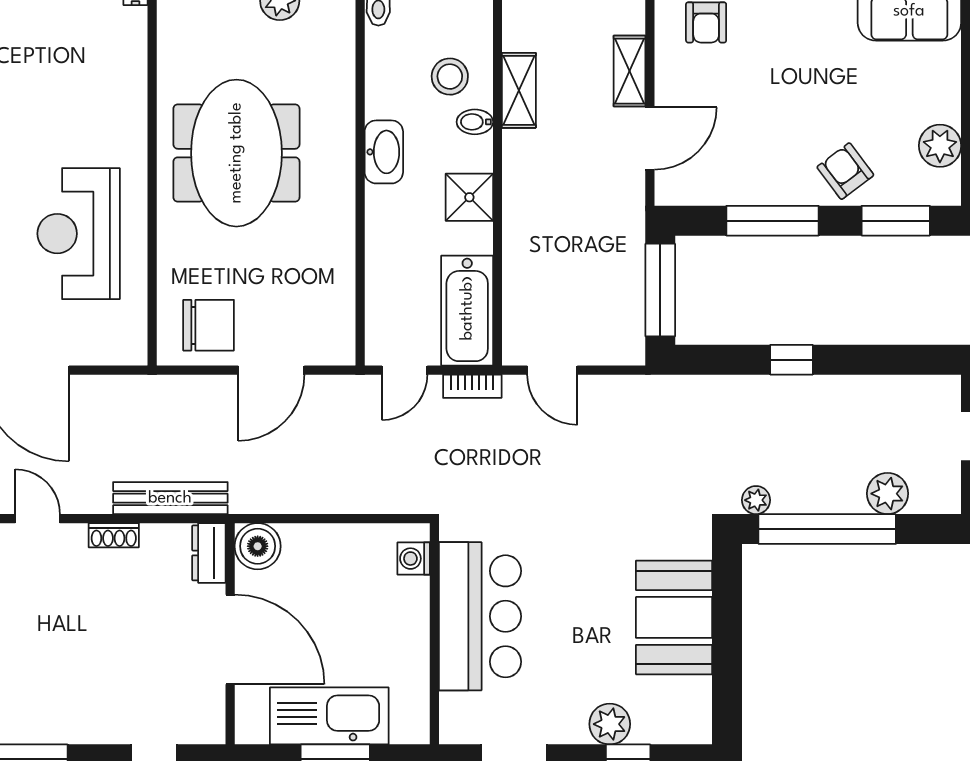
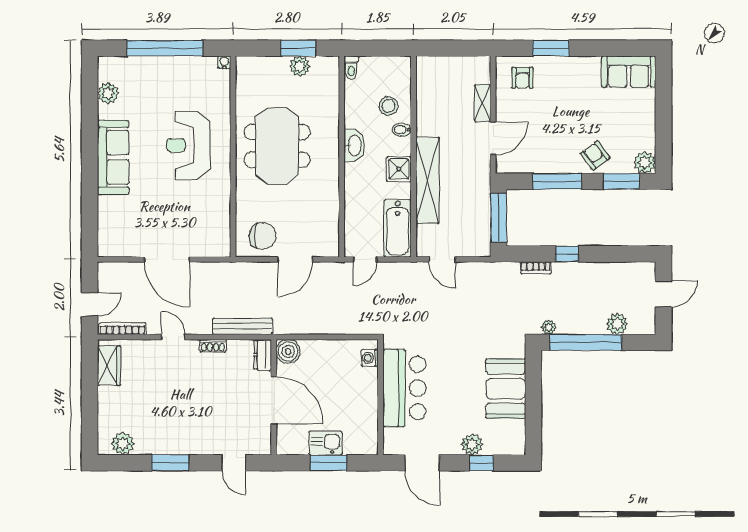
shelving: (519, 90) -> (428, 180), moved, width x2.20, depth x1.33
plant: (940, 146) -> (645, 163), moved
reception desk: (79, 234) -> (188, 145), moved
bookcase: (472, 386) -> (536, 268), moved
kitchen sink: (329, 716) -> (326, 443), width x0.53, depth x0.81

